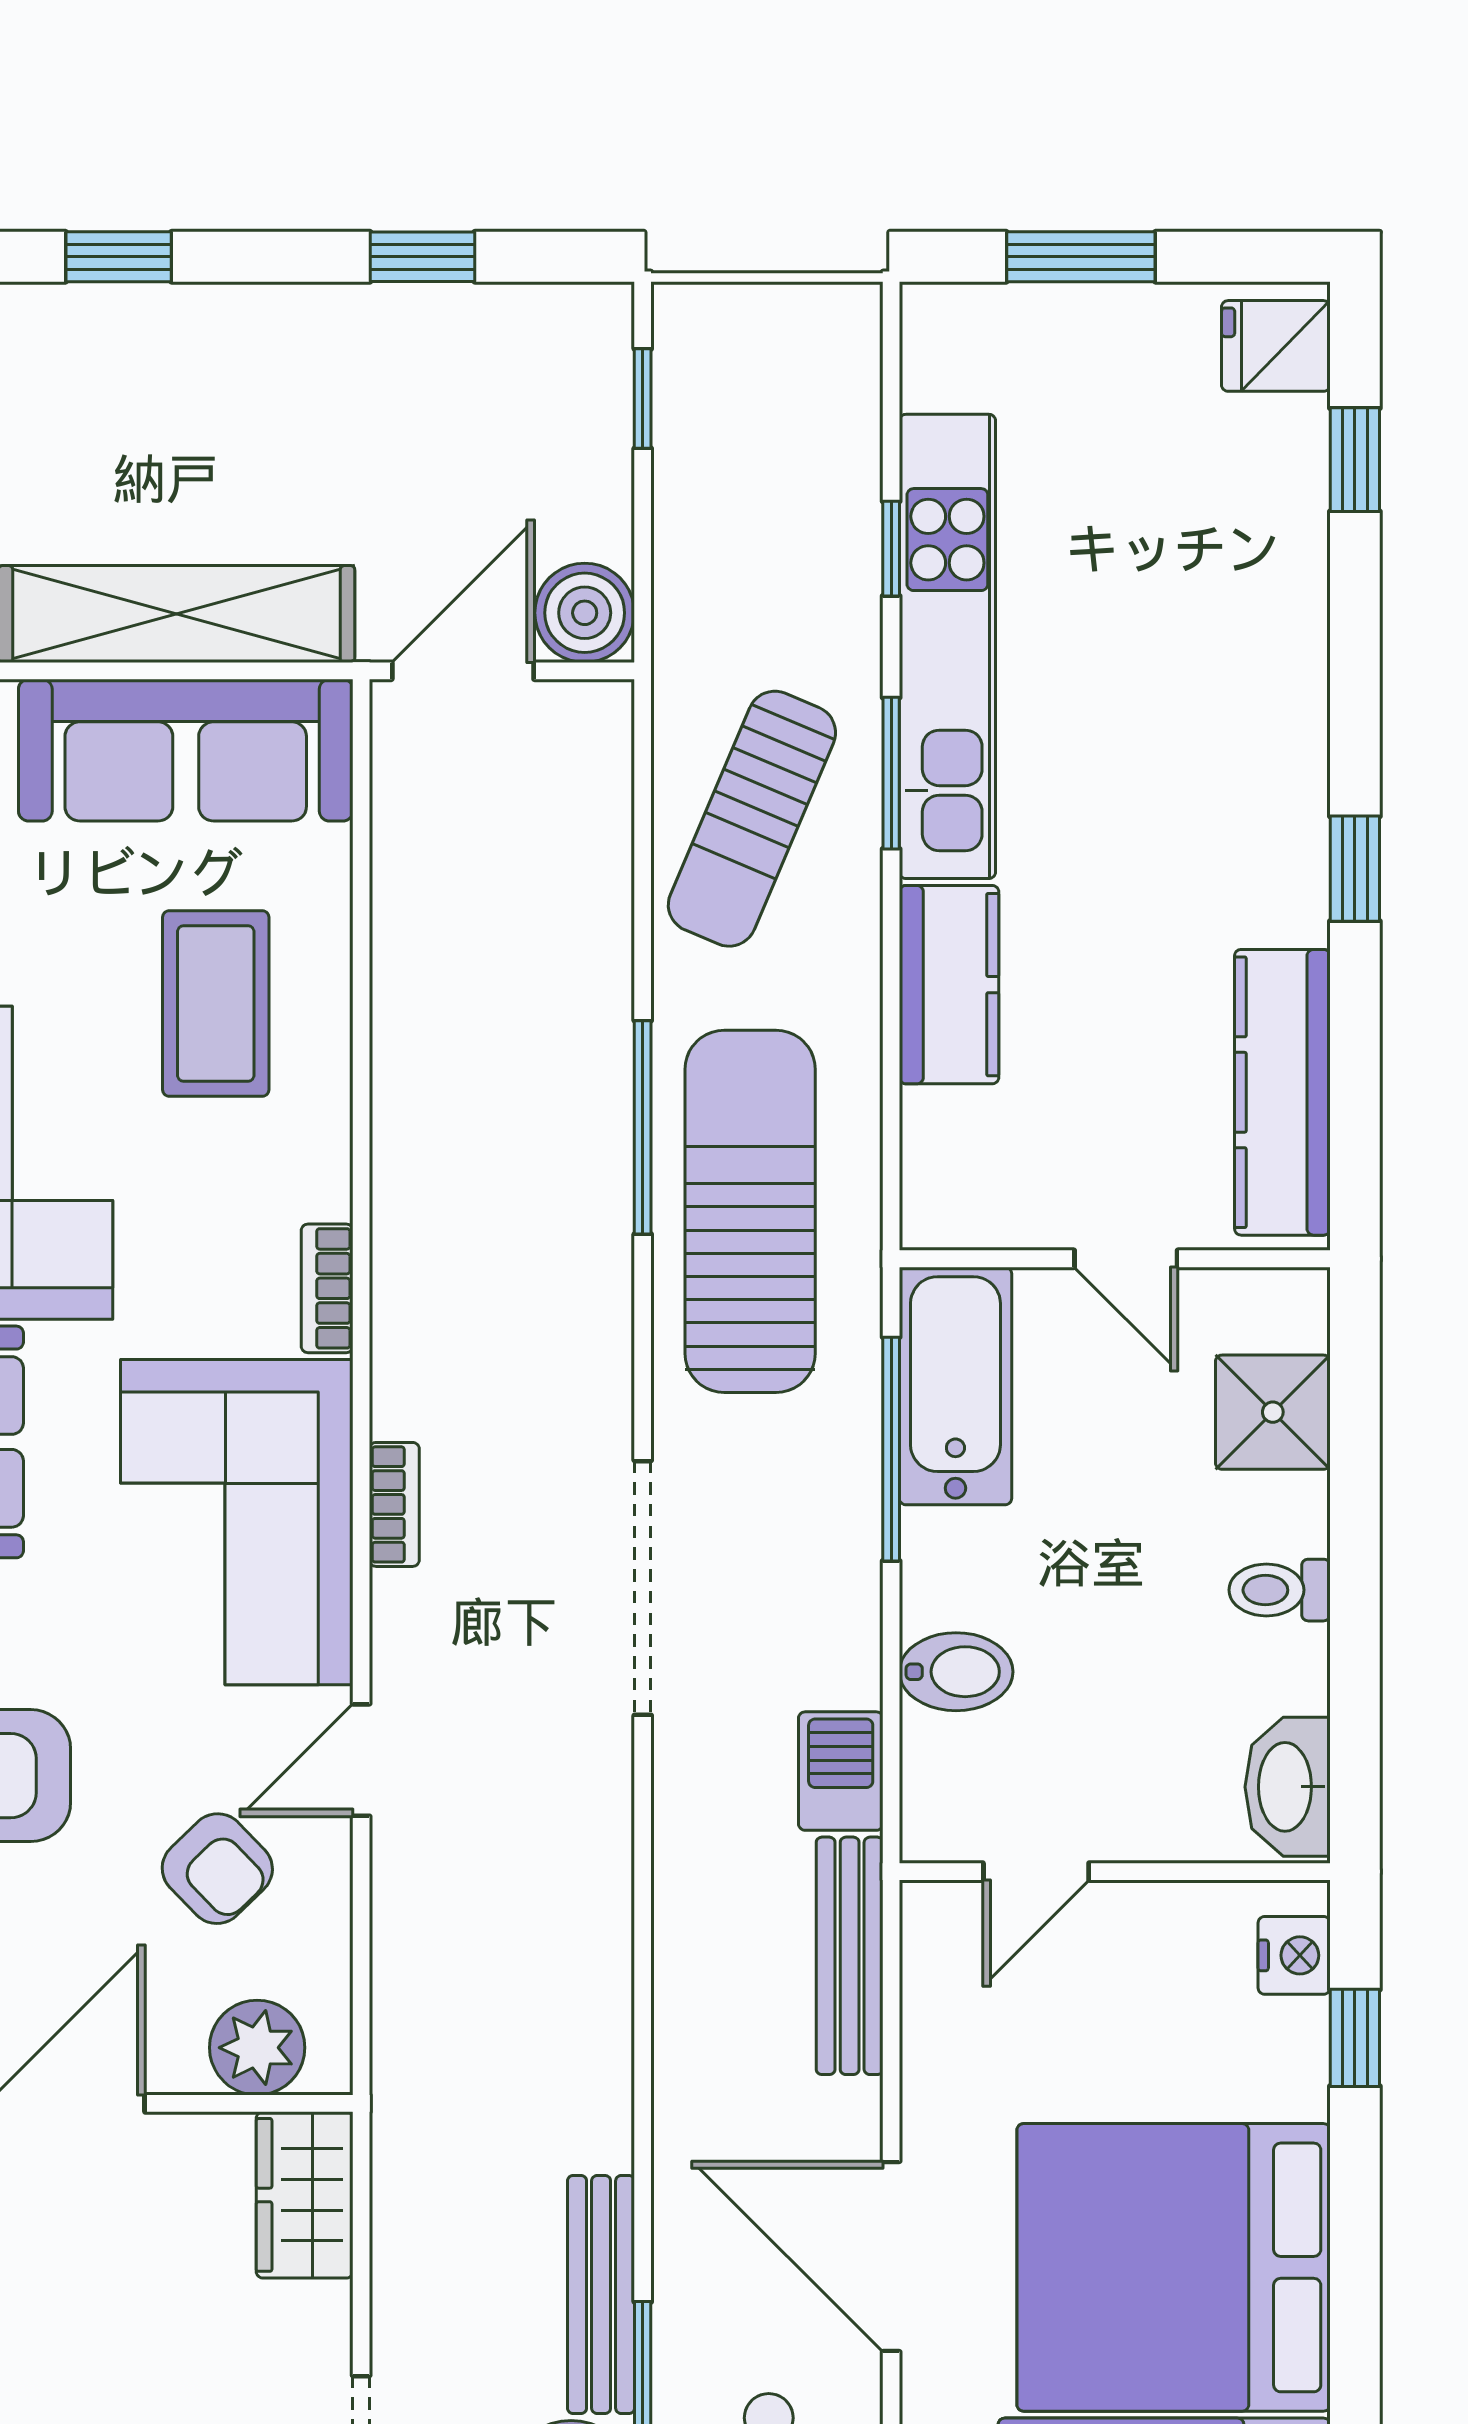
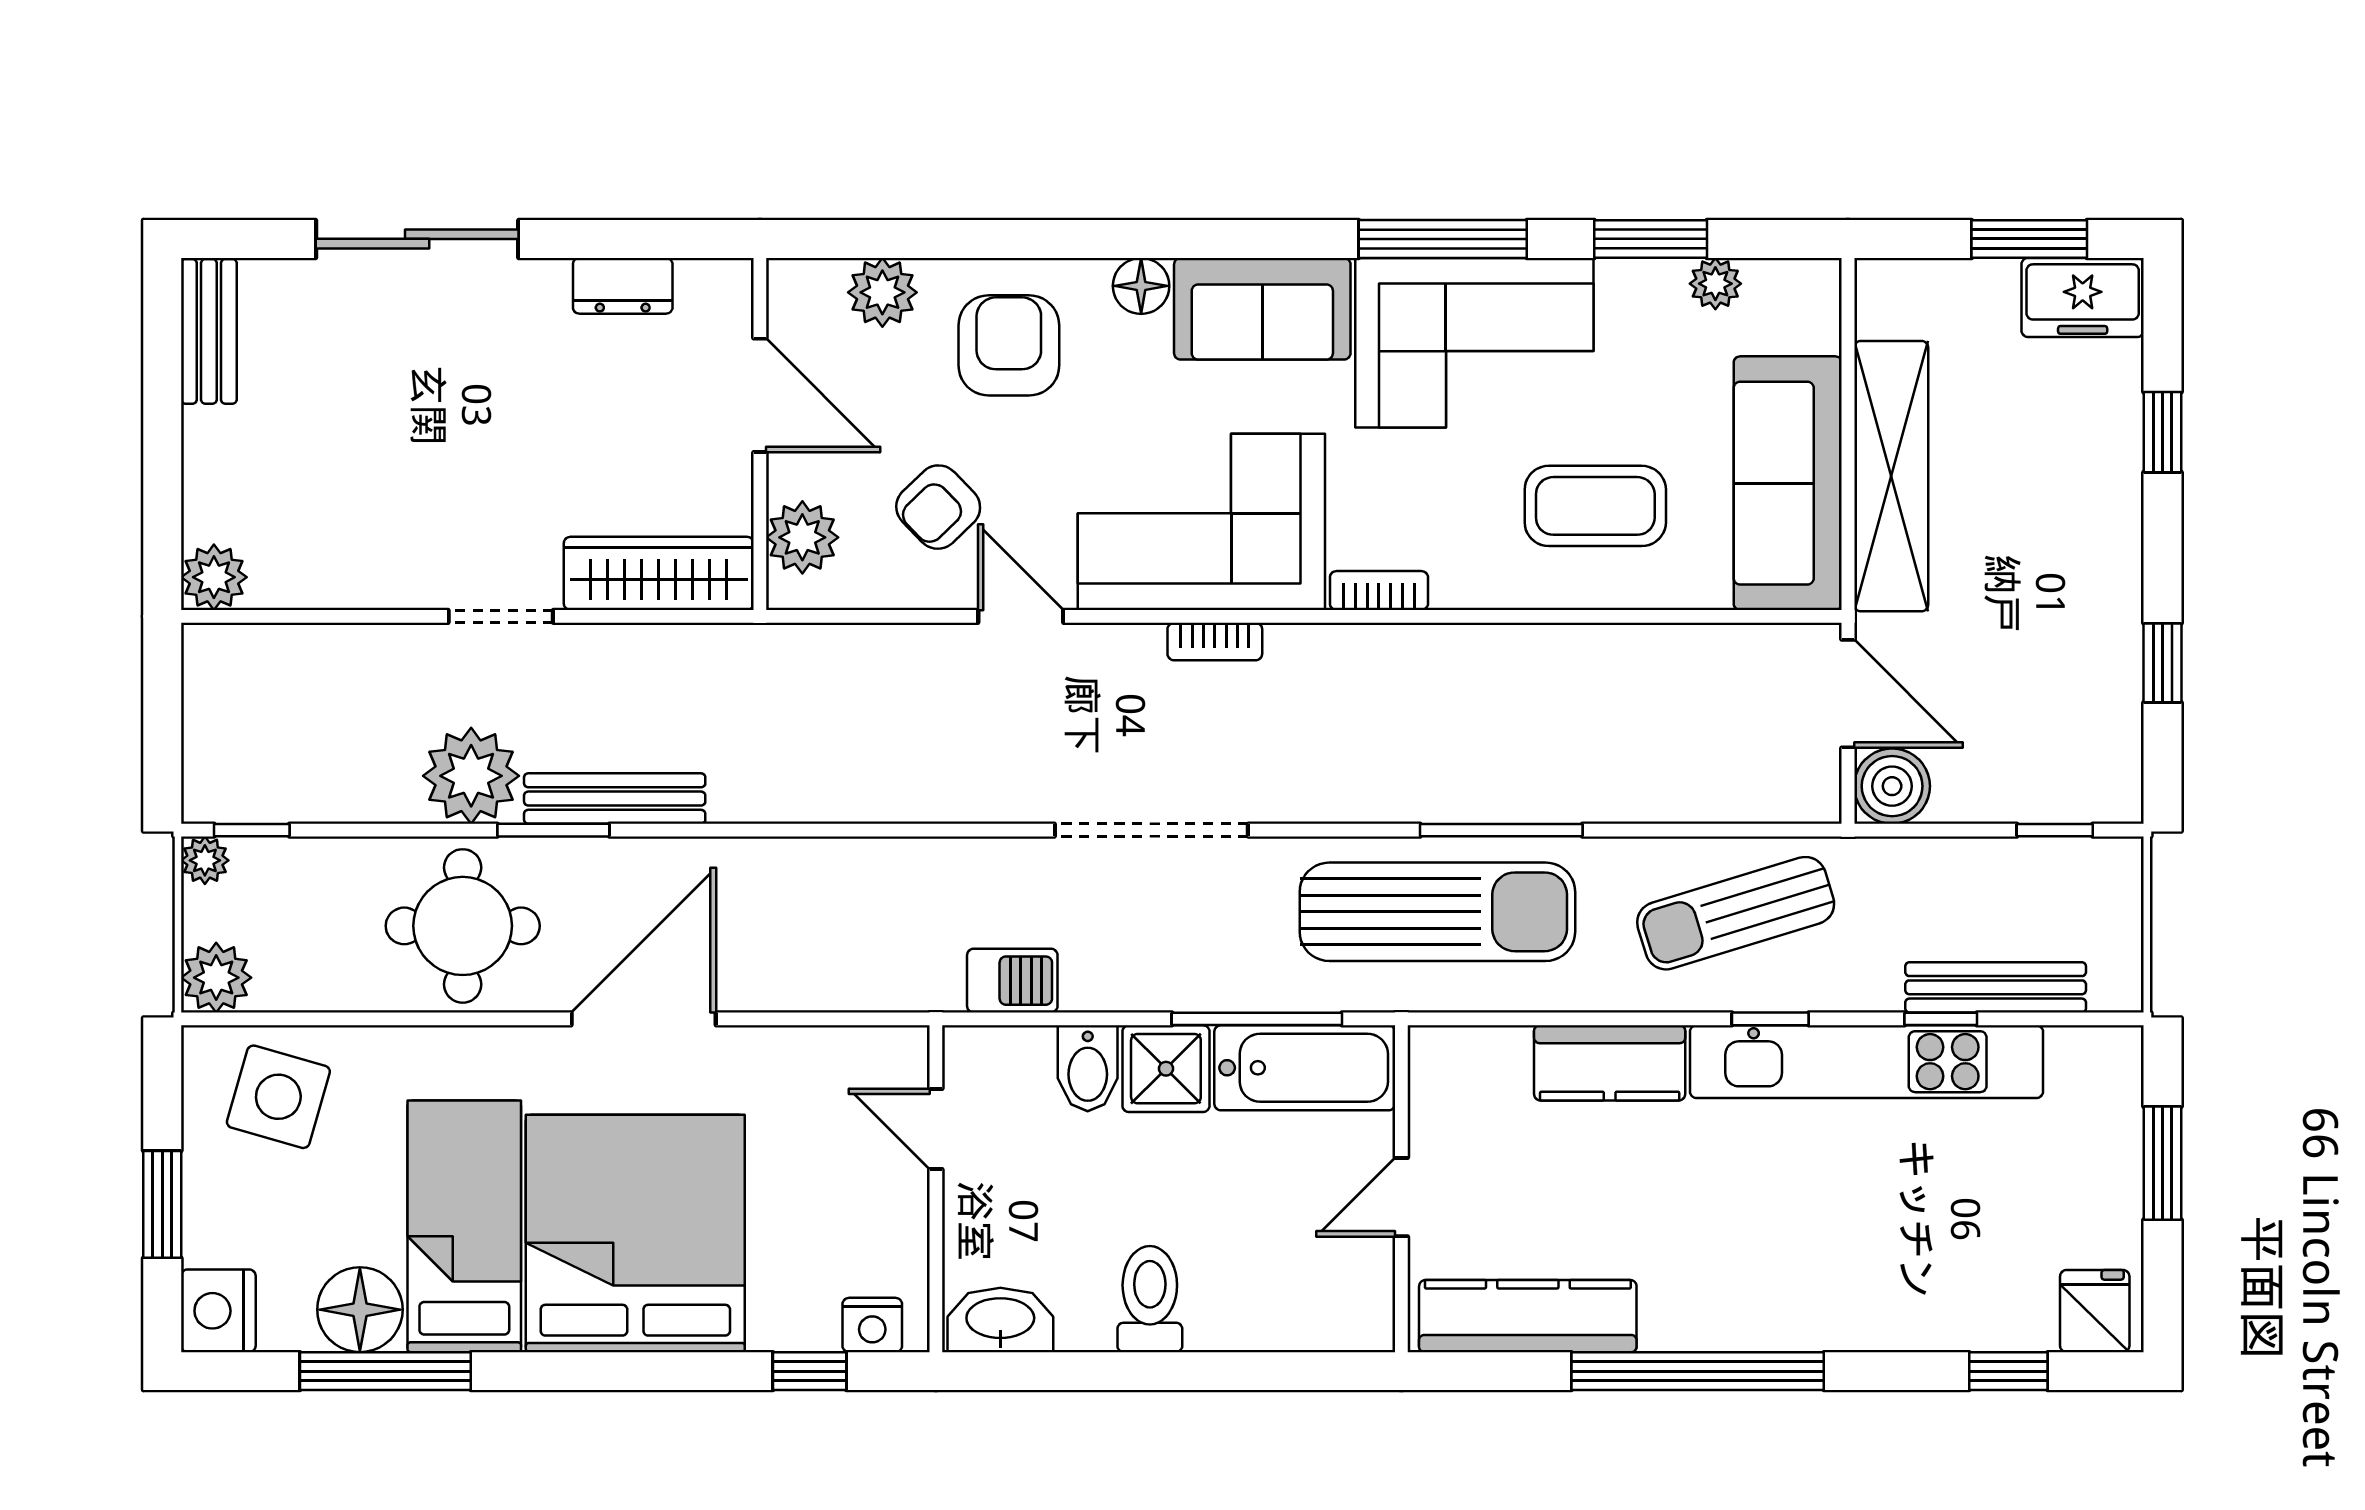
window: (891, 773) -> (1770, 1019), width x0.67
sun lounger: (752, 819) -> (1736, 913), turned -40
window: (1355, 869) -> (1698, 1371), width x3.17
shower: (1273, 1412) -> (1166, 1069), moved
toilet: (1280, 1590) -> (1150, 1299), width x1.37, depth x1.39
bench: (850, 1956) -> (1996, 987), moved
wardrobe: (305, 2195) -> (659, 573), width x1.50

